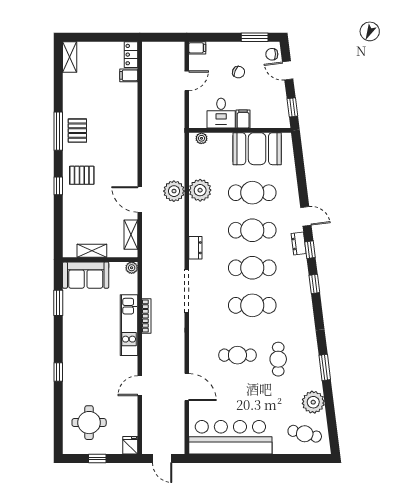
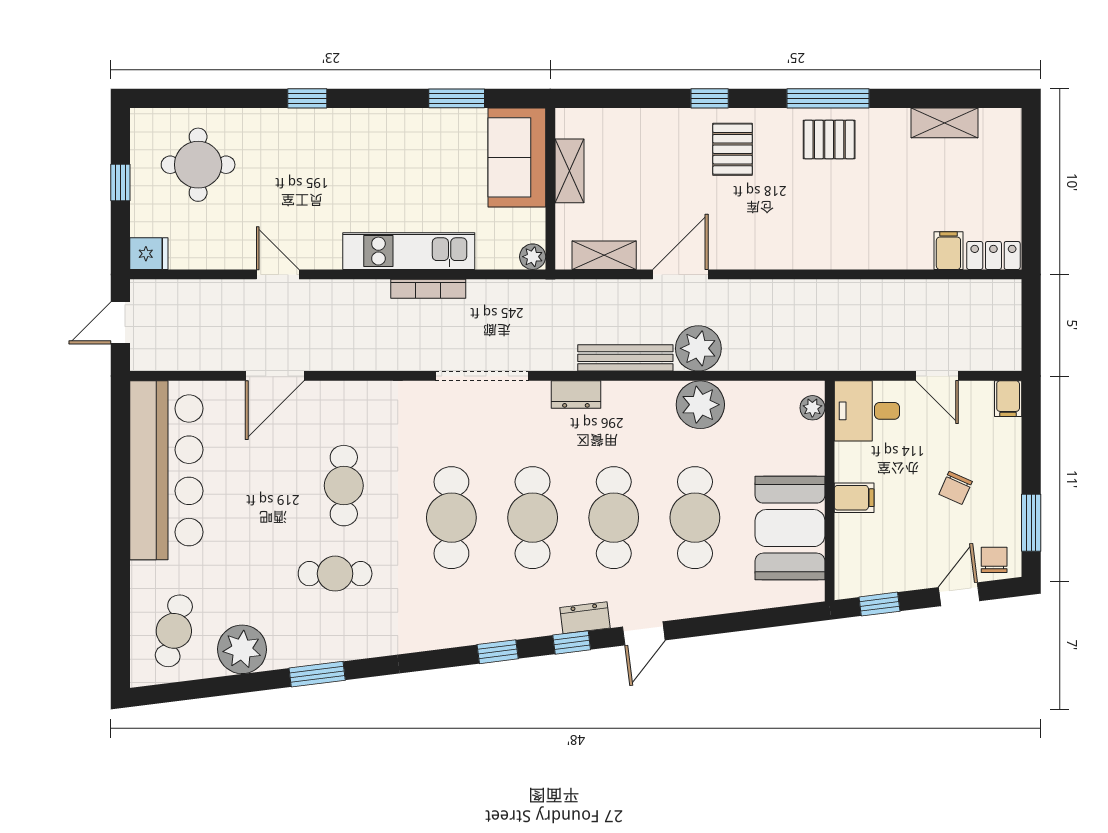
shelving: (70, 57) -> (944, 123), moved
desk: (221, 113) -> (867, 411), moved
bench: (178, 225) -> (625, 358), added

